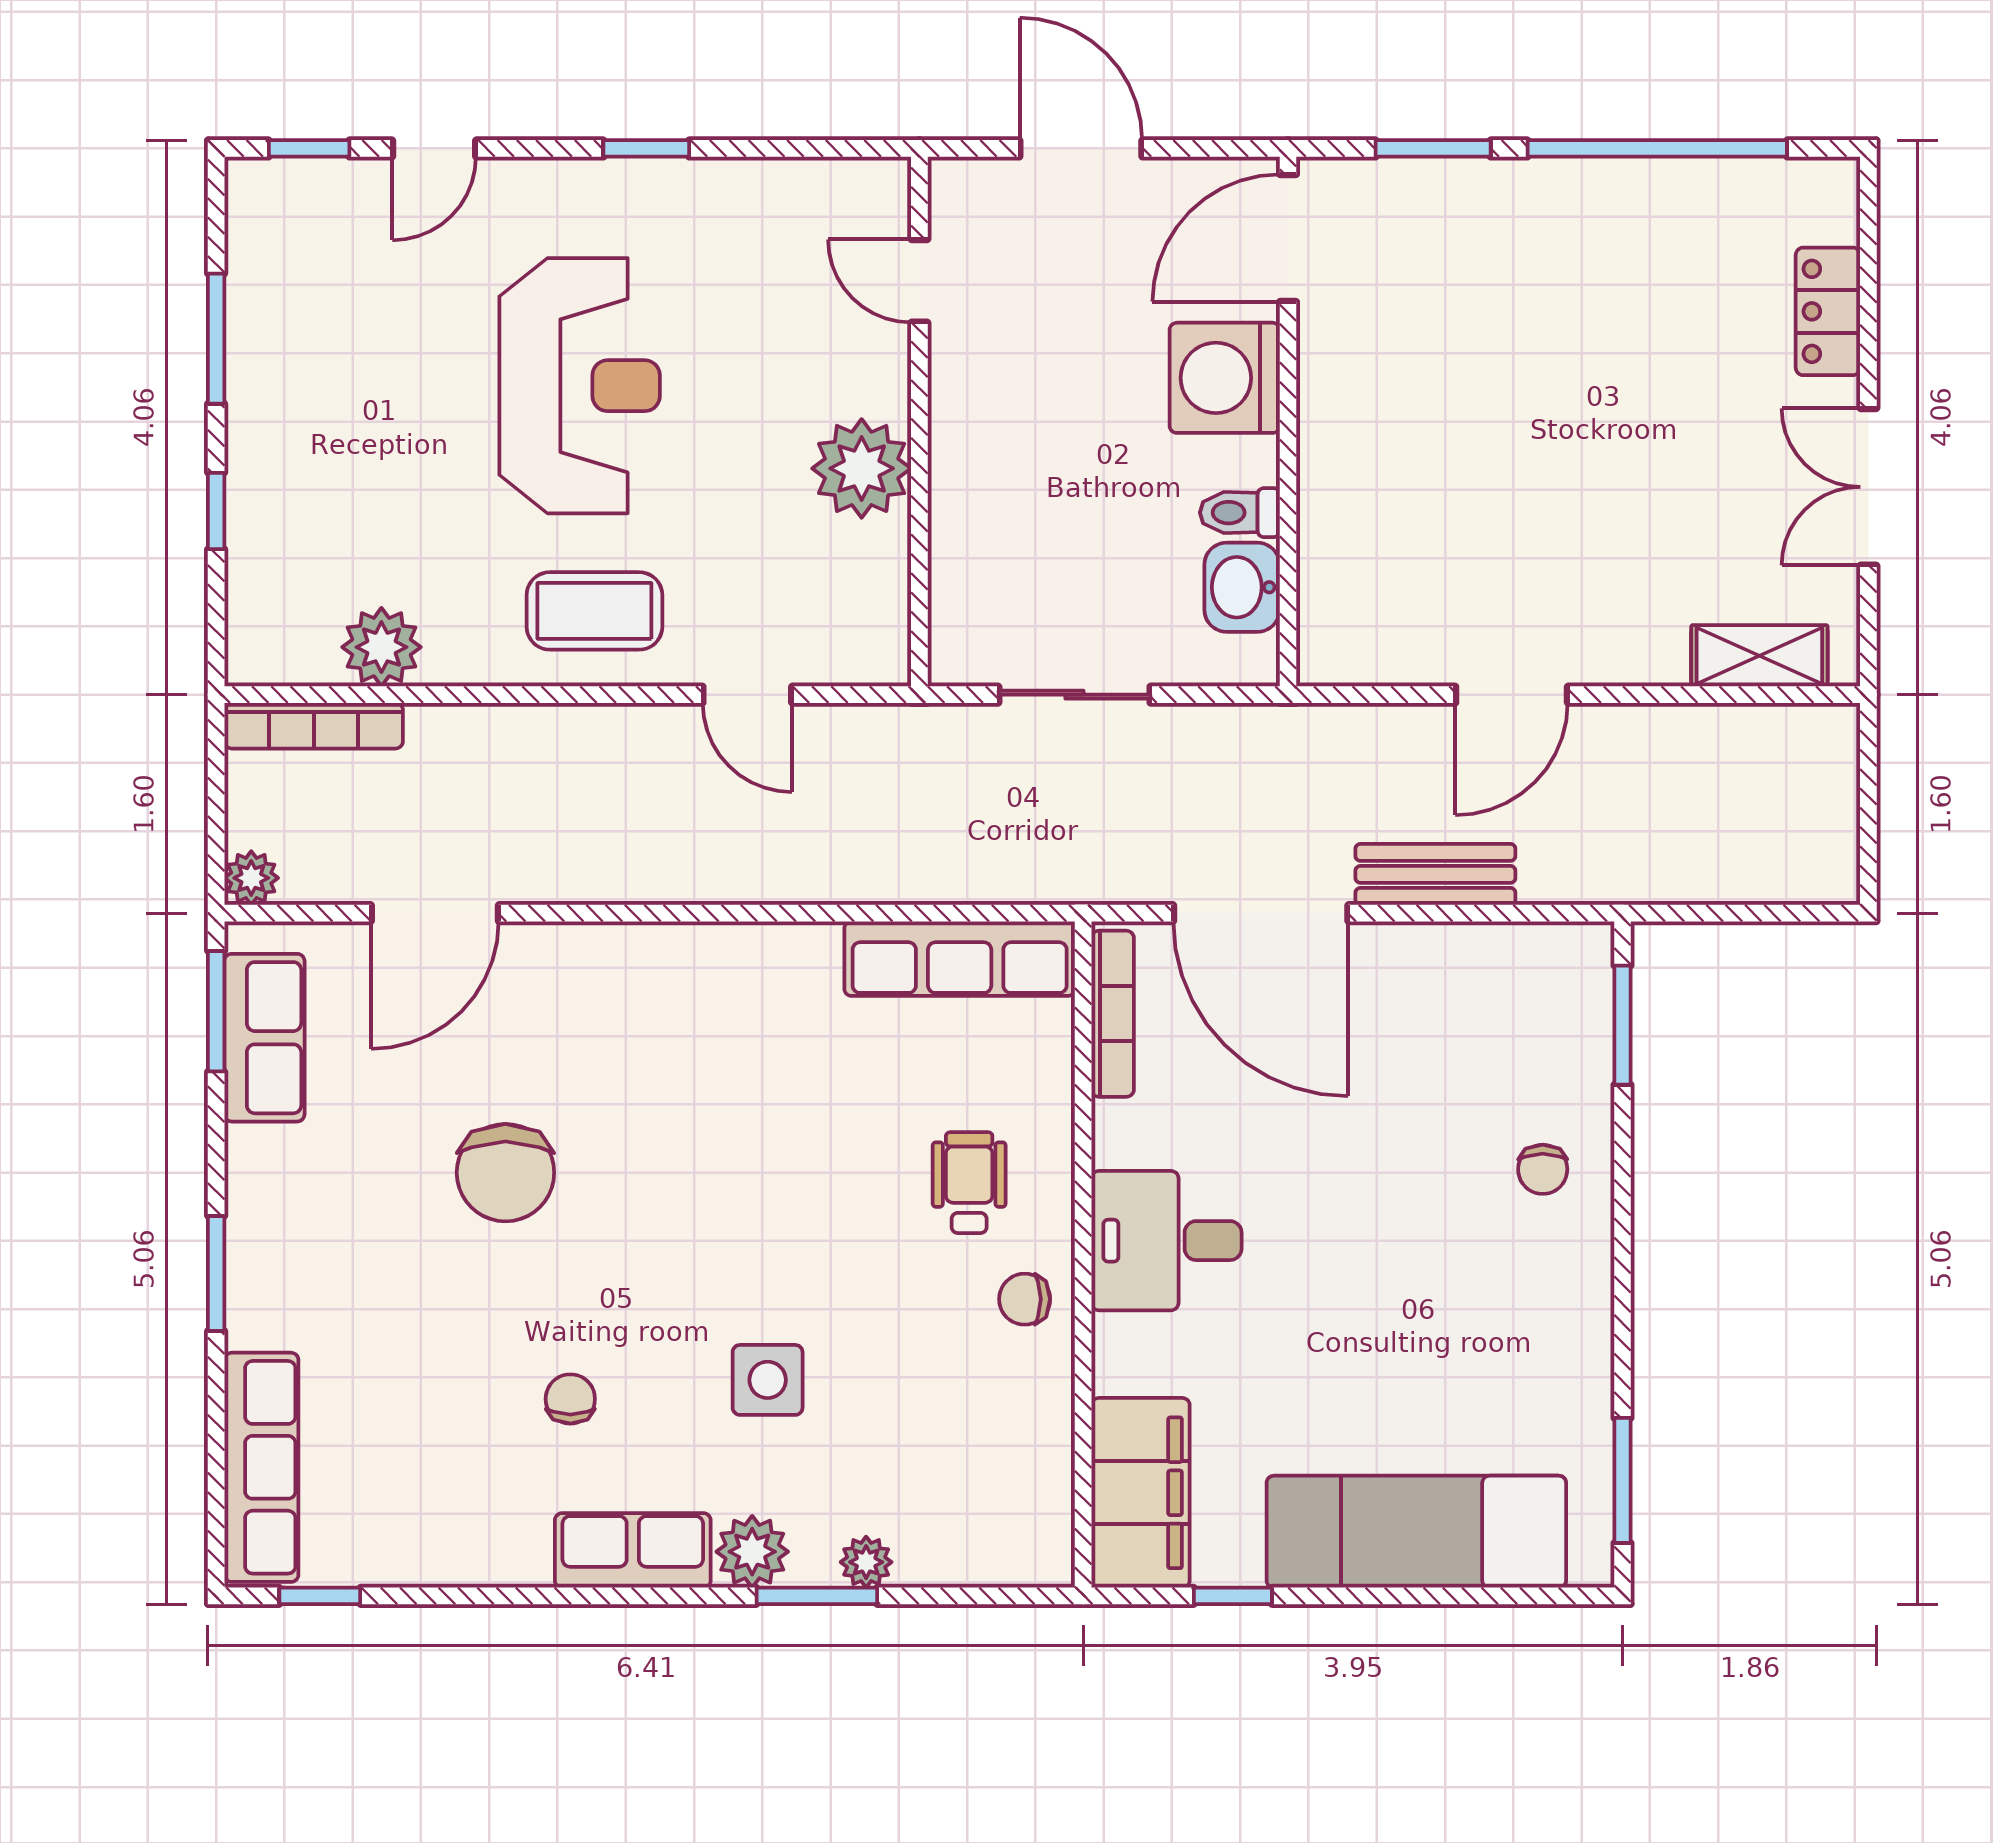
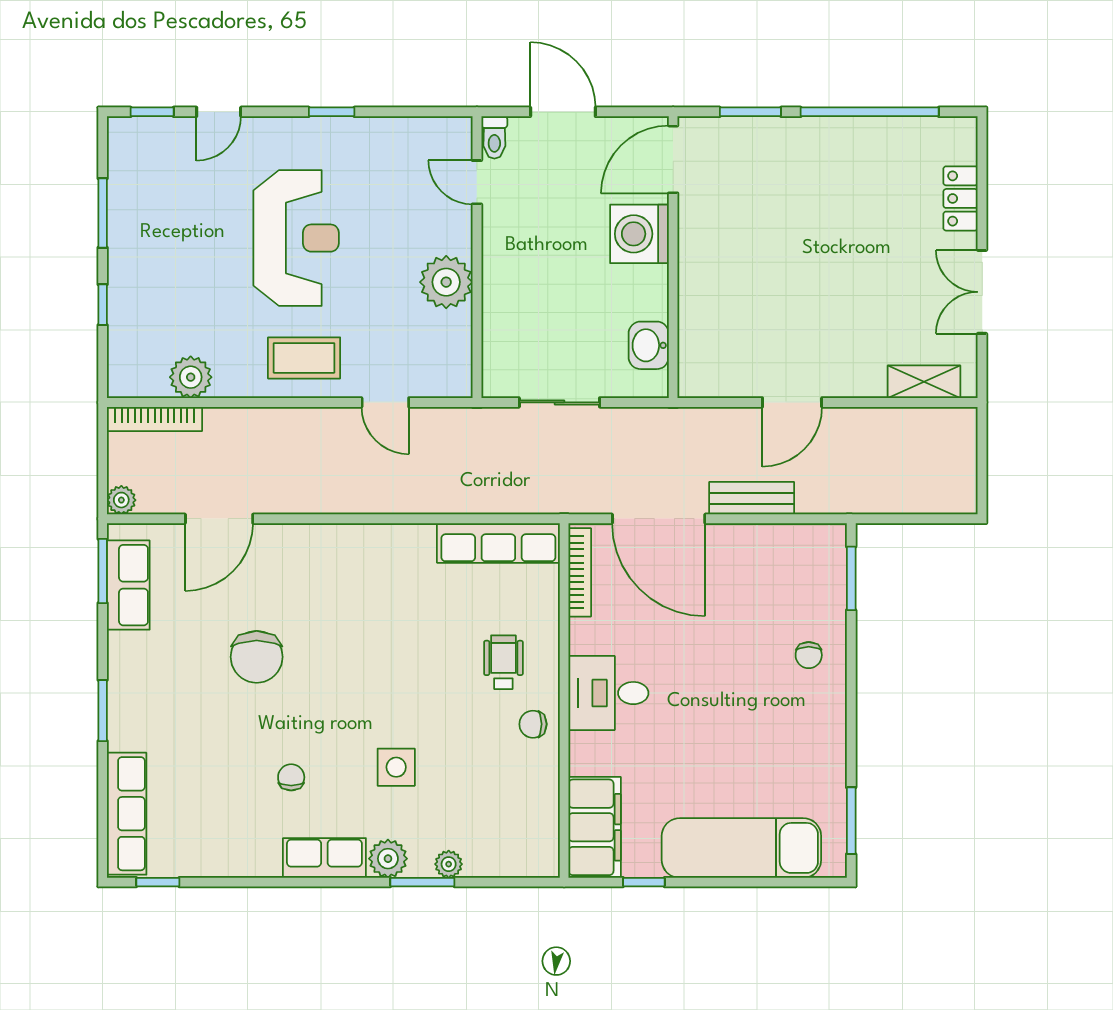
toilet: (1240, 513) -> (494, 137), moved, turned -90

